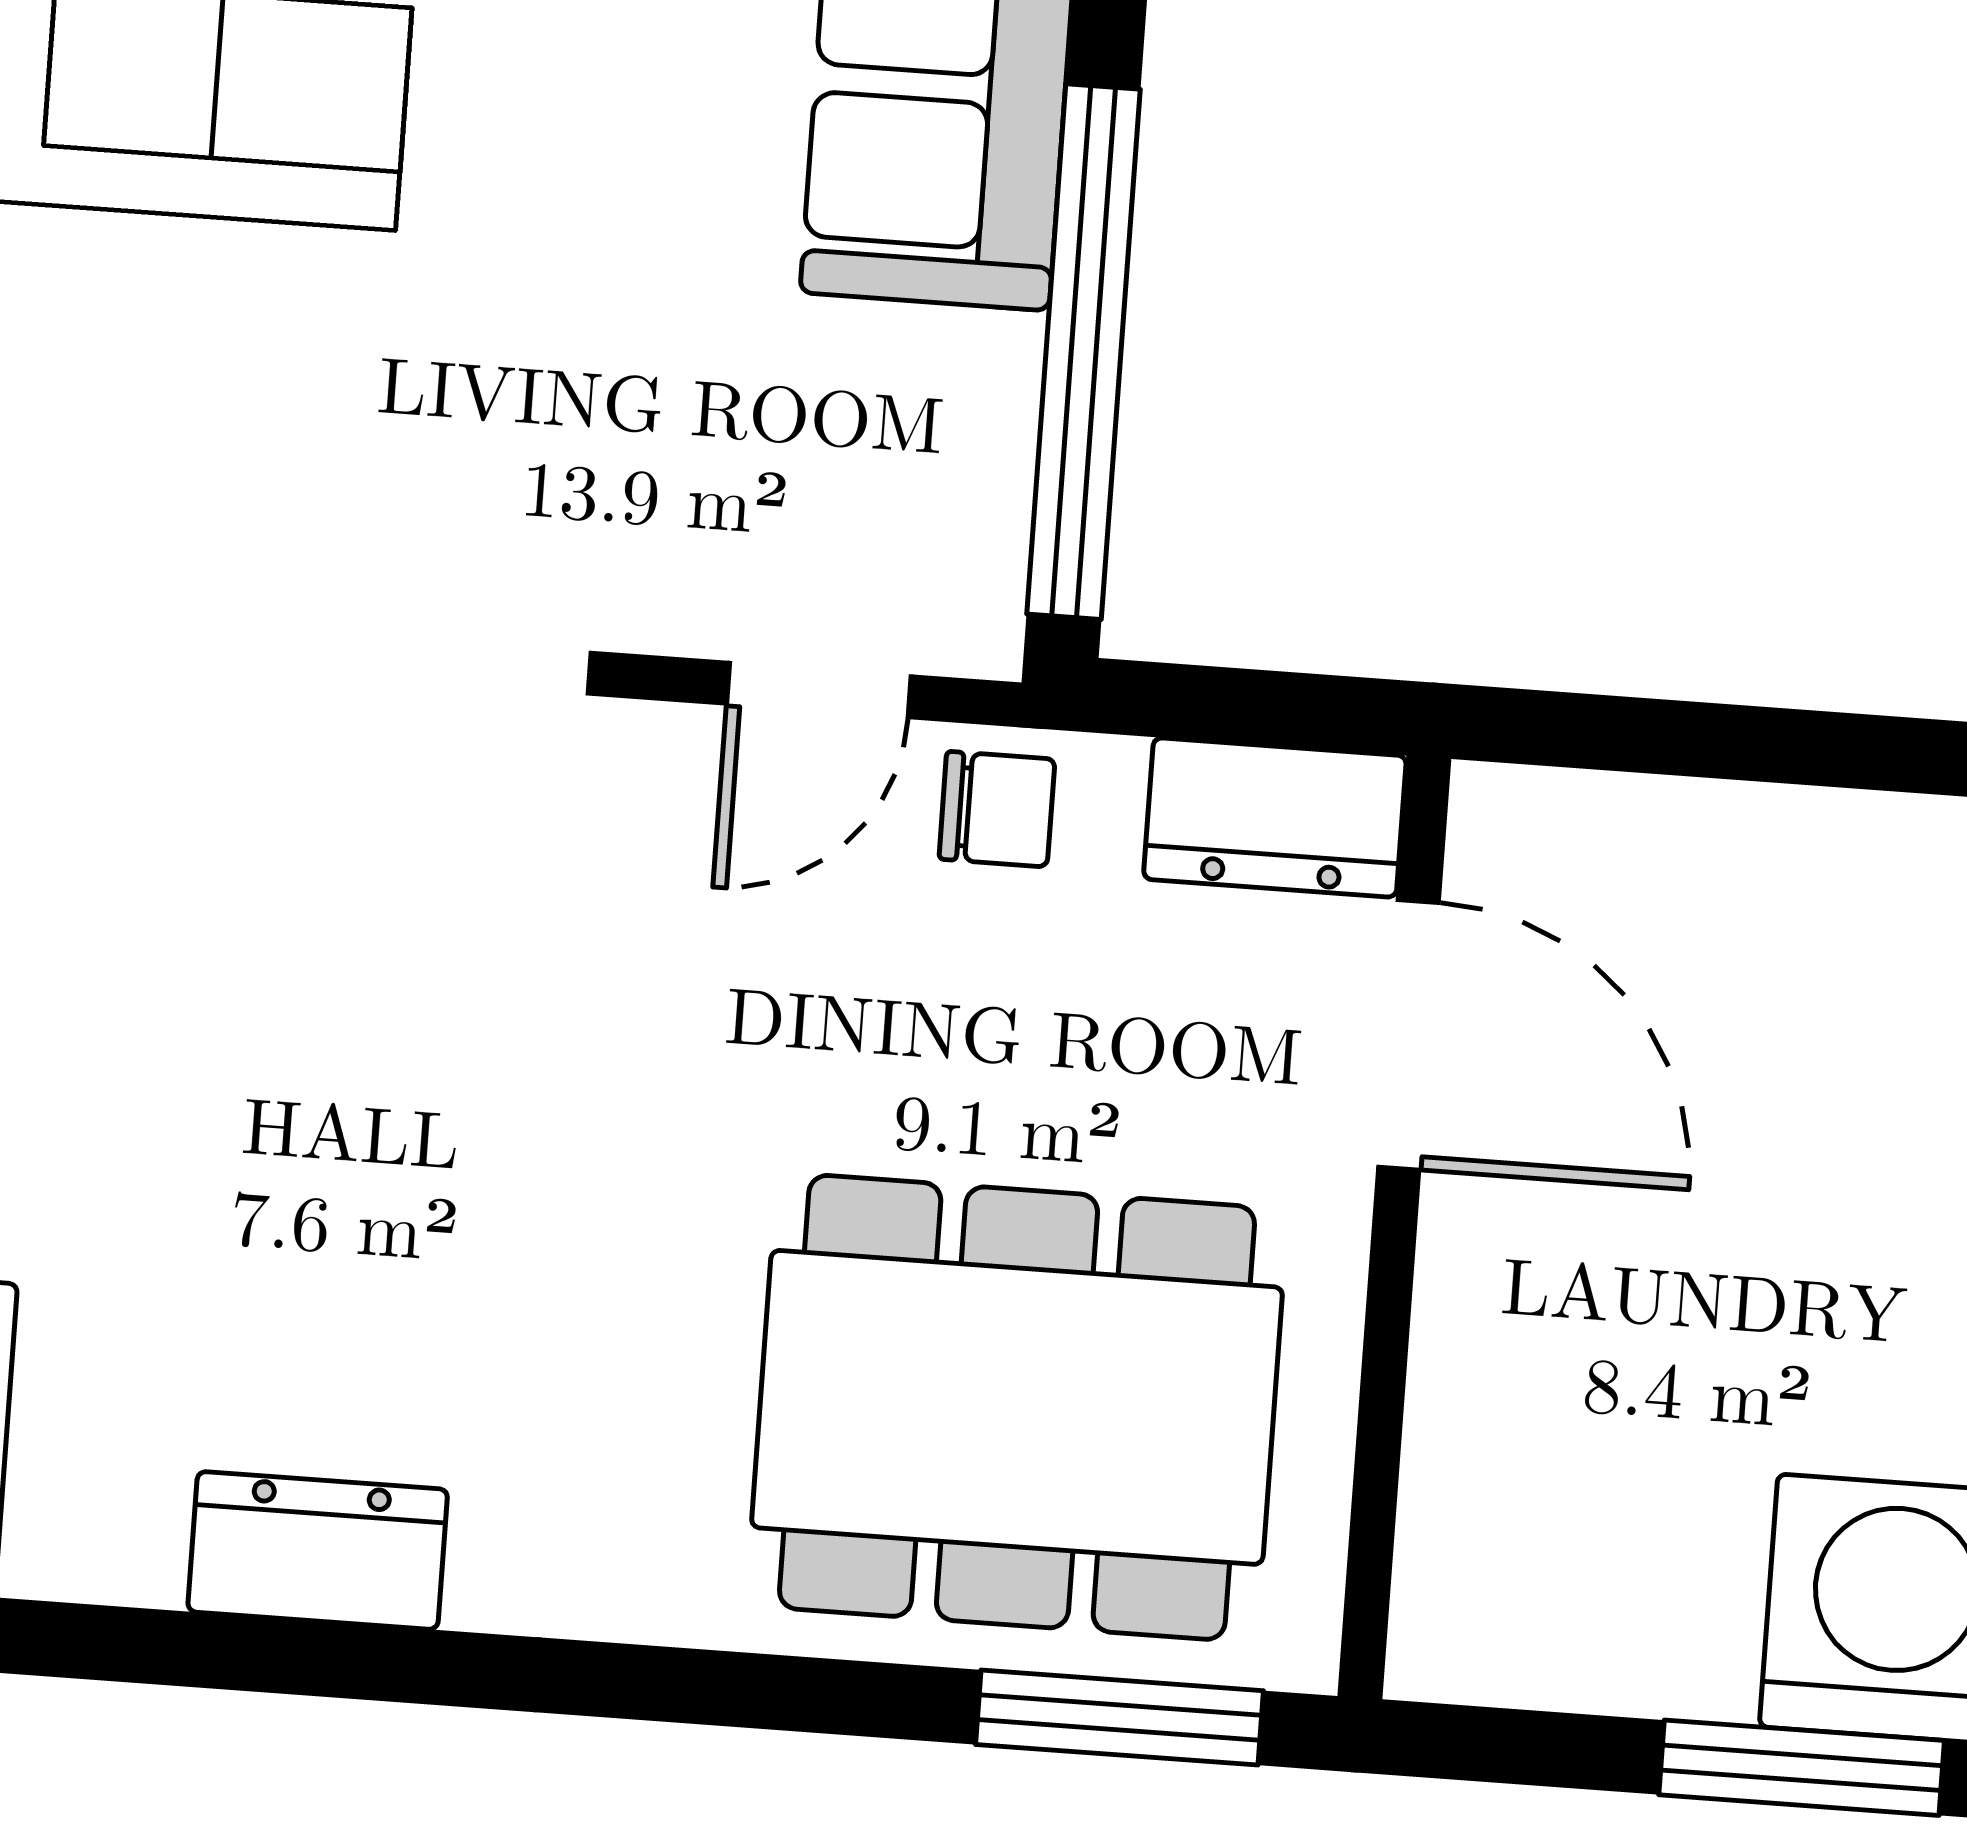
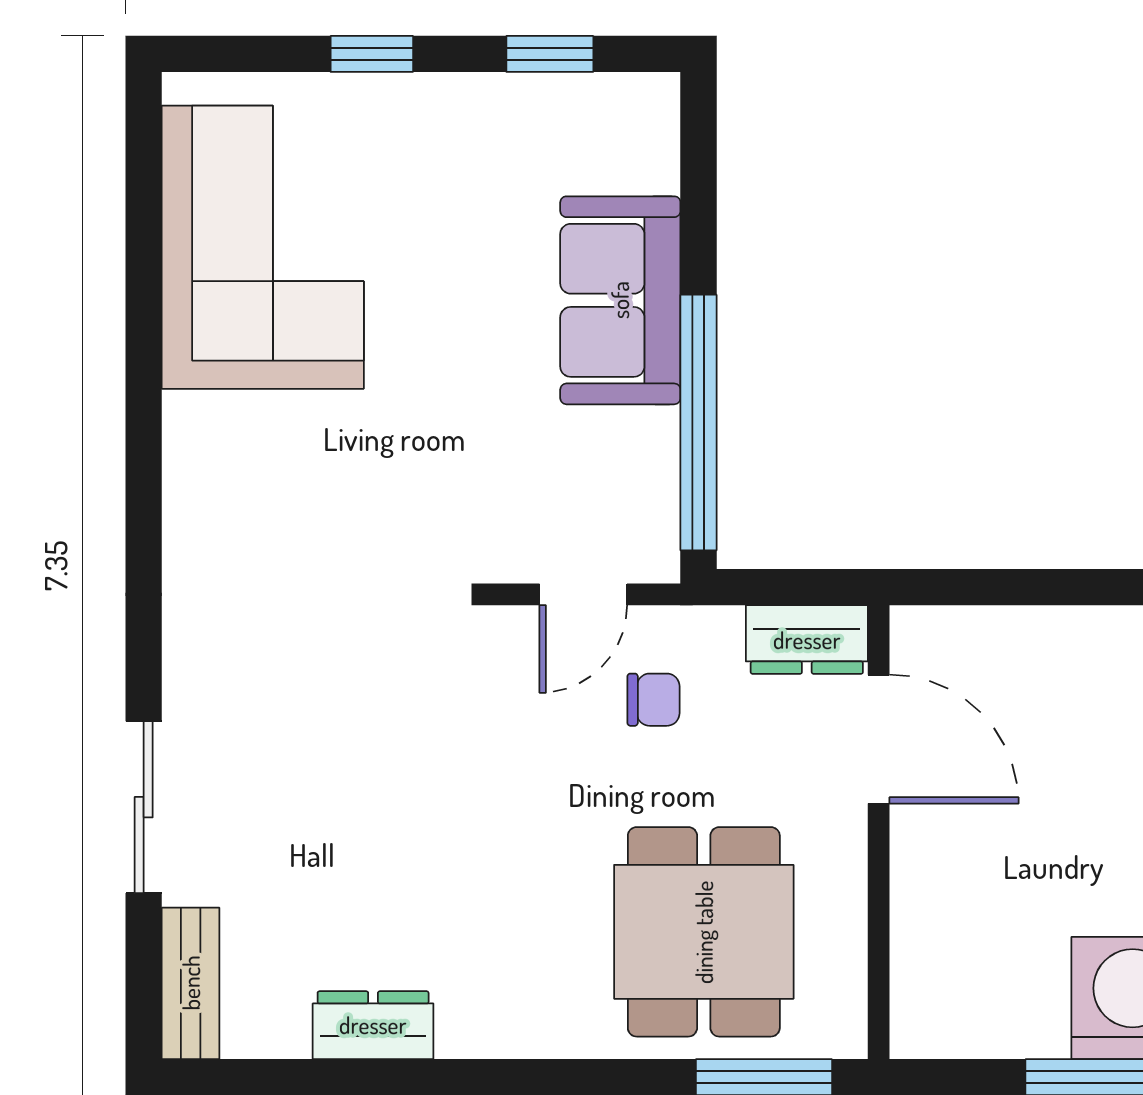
chair: (997, 809) -> (653, 700), moved
dining table: (1017, 1407) -> (704, 932), width x0.73

